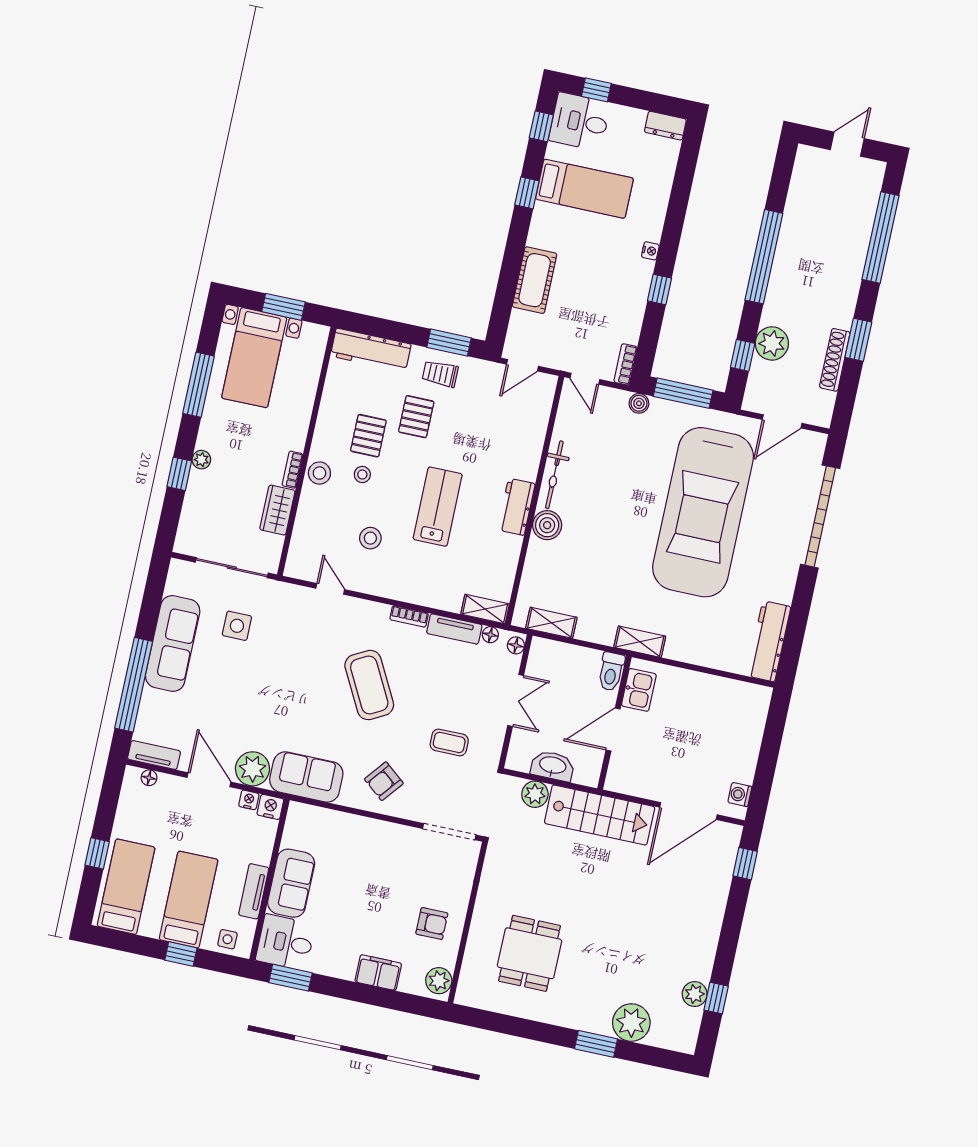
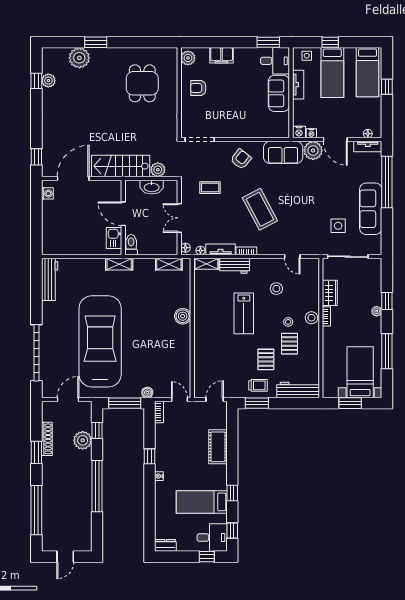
bicycle: (554, 475) -> (185, 344), removed
workbench: (516, 507) -> (235, 266), moved, turned 90
door: (613, 729) -> (123, 214), swing flipped

